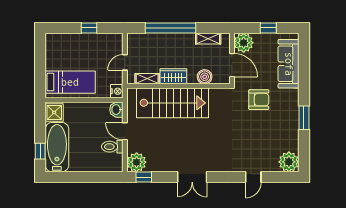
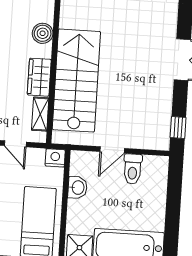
washbasin: (116, 110) -> (78, 188), moved, turned -90
plant: (137, 162) -> (157, 136), removed

